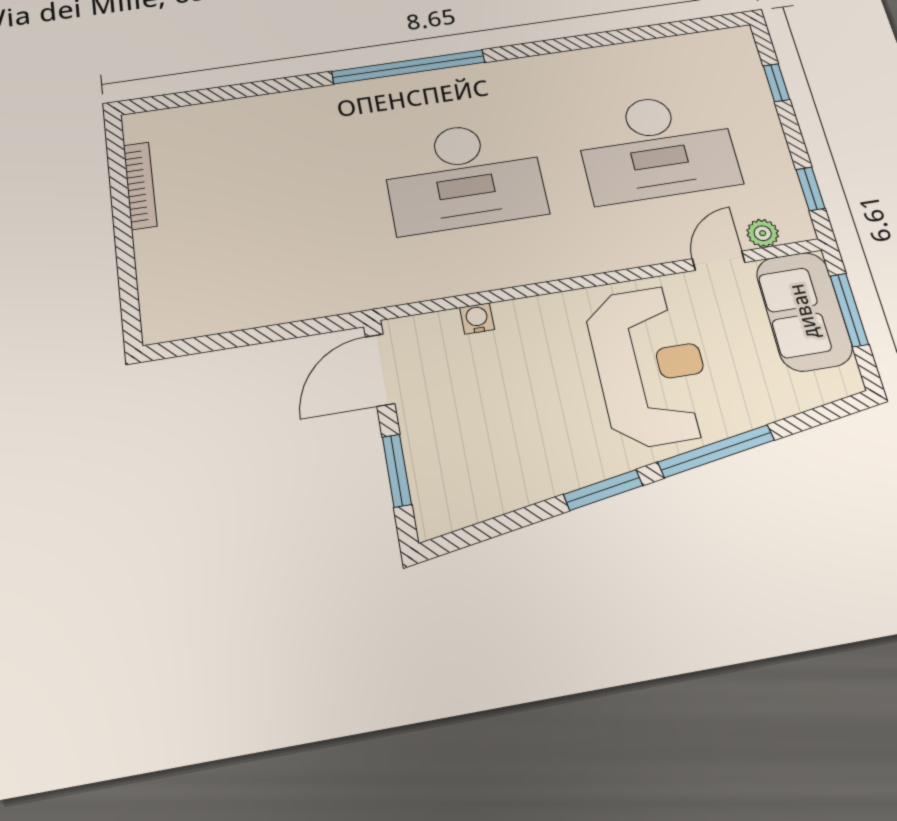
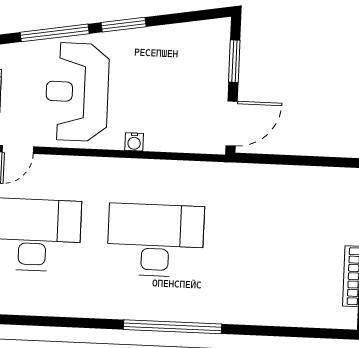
water cooler: (477, 319) -> (134, 142), moved

